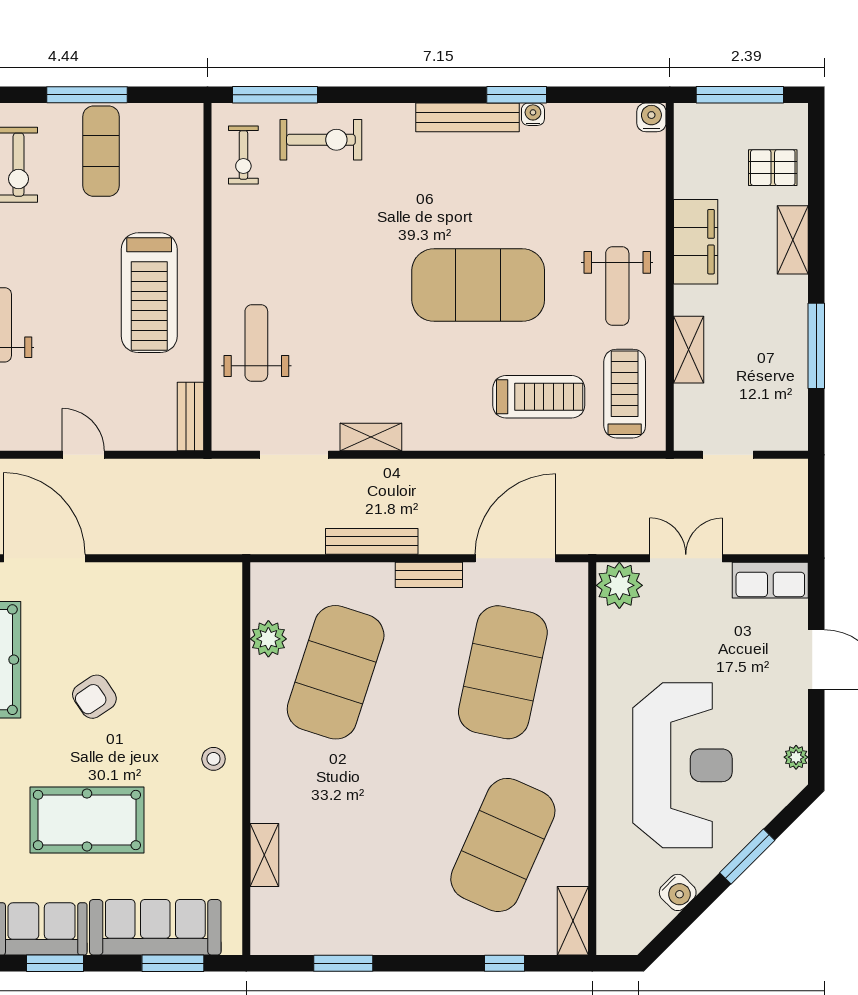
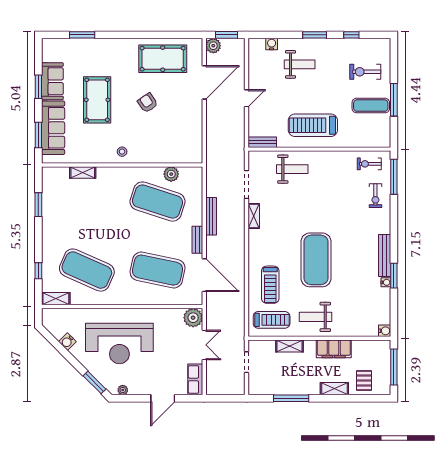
exercise bike: (321, 140) -> (375, 196), width x0.73, depth x0.72
window: (747, 857) -> (94, 382), moved

